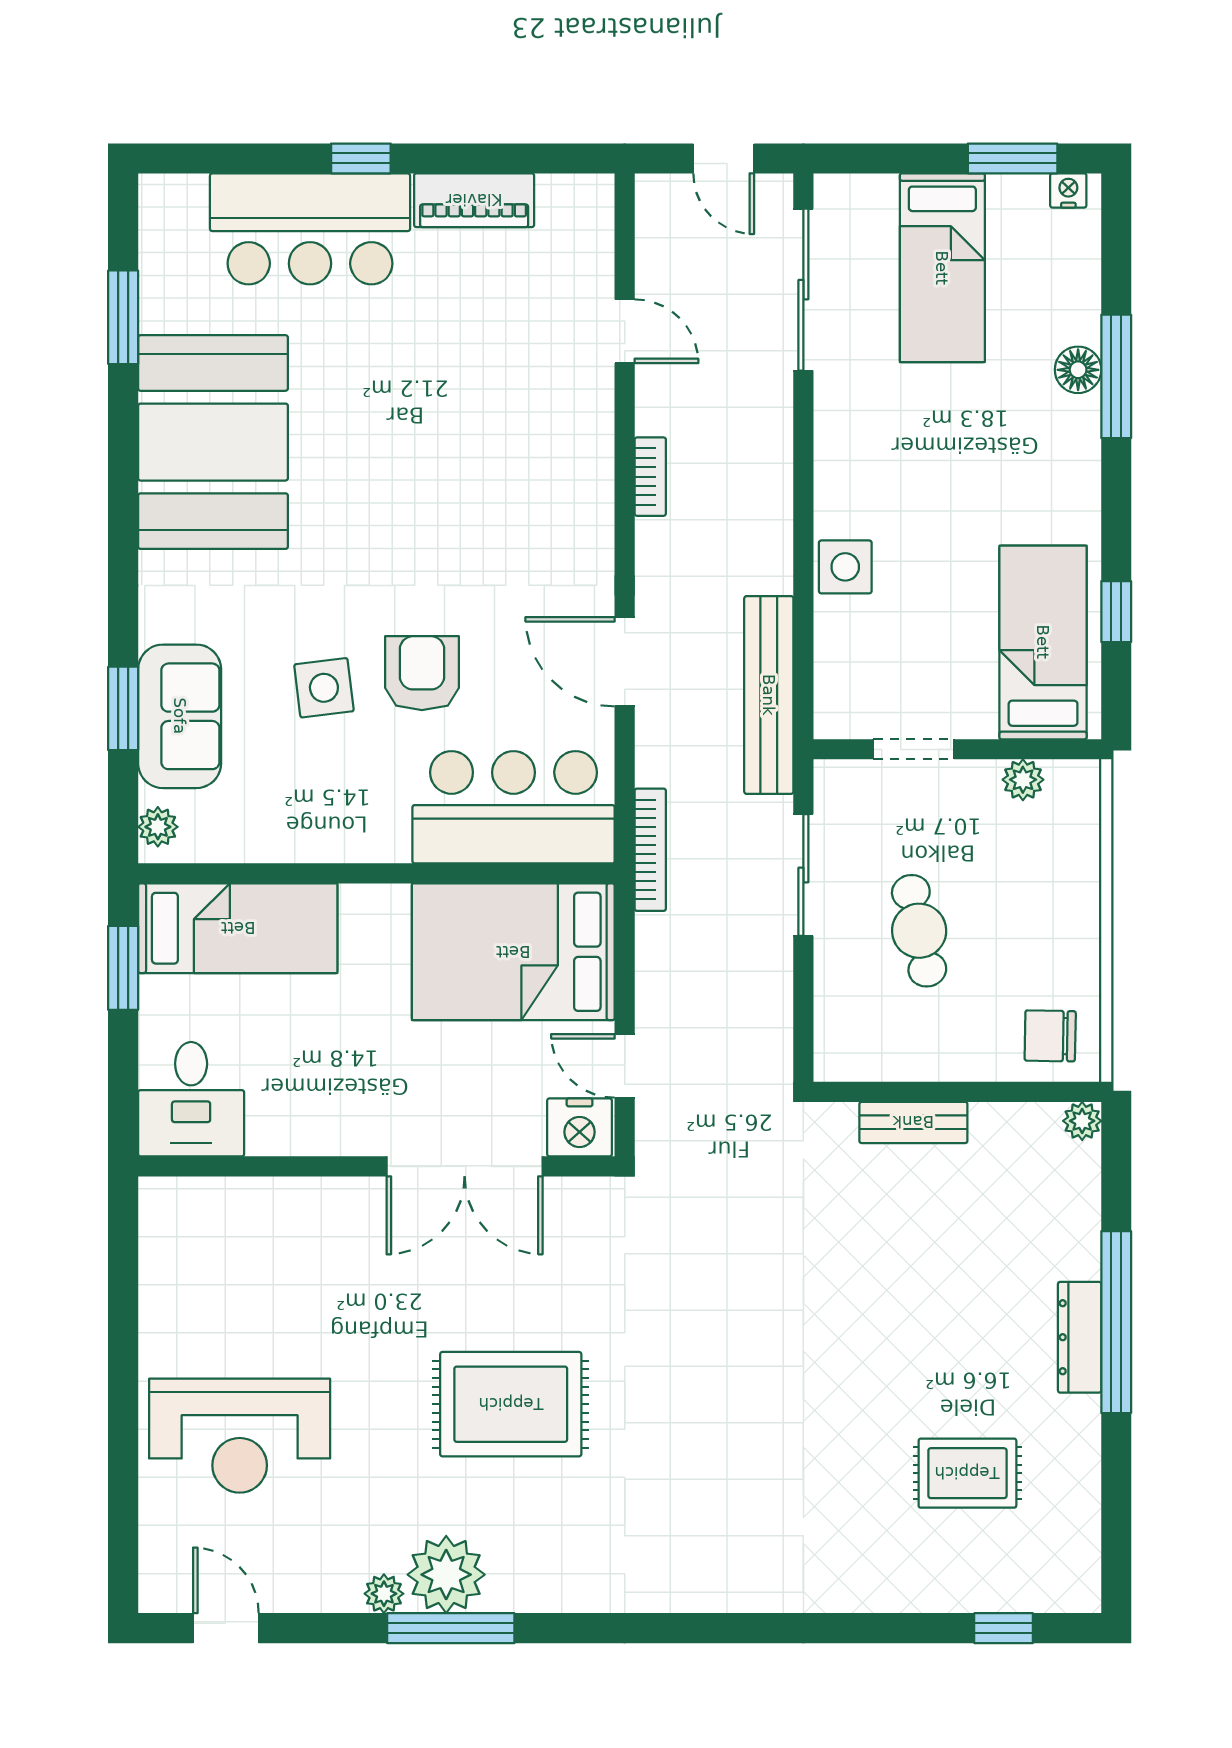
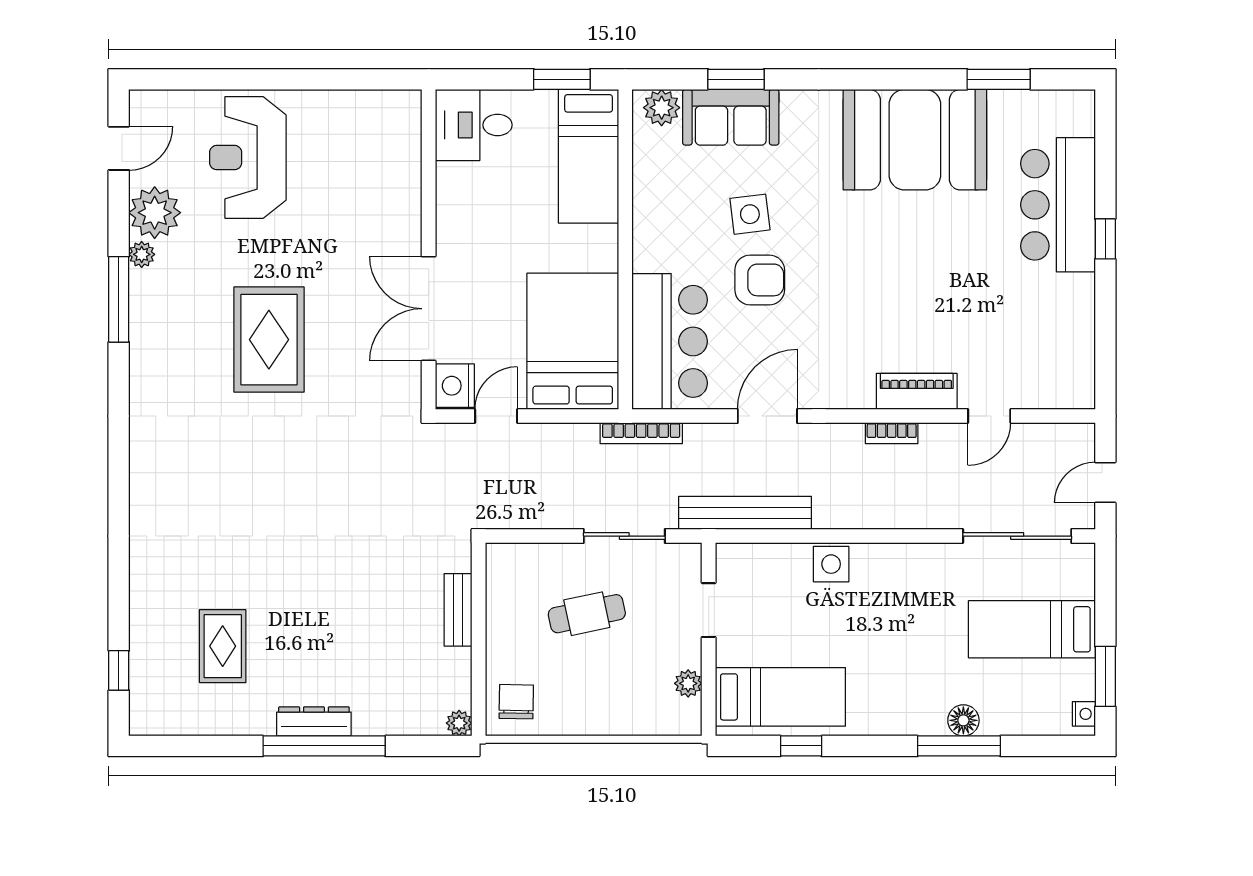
piano: (474, 200) -> (917, 391), moved, turned 90
plant: (158, 827) -> (662, 108), width x1.38, depth x1.38
plant: (446, 1575) -> (155, 213), moved

